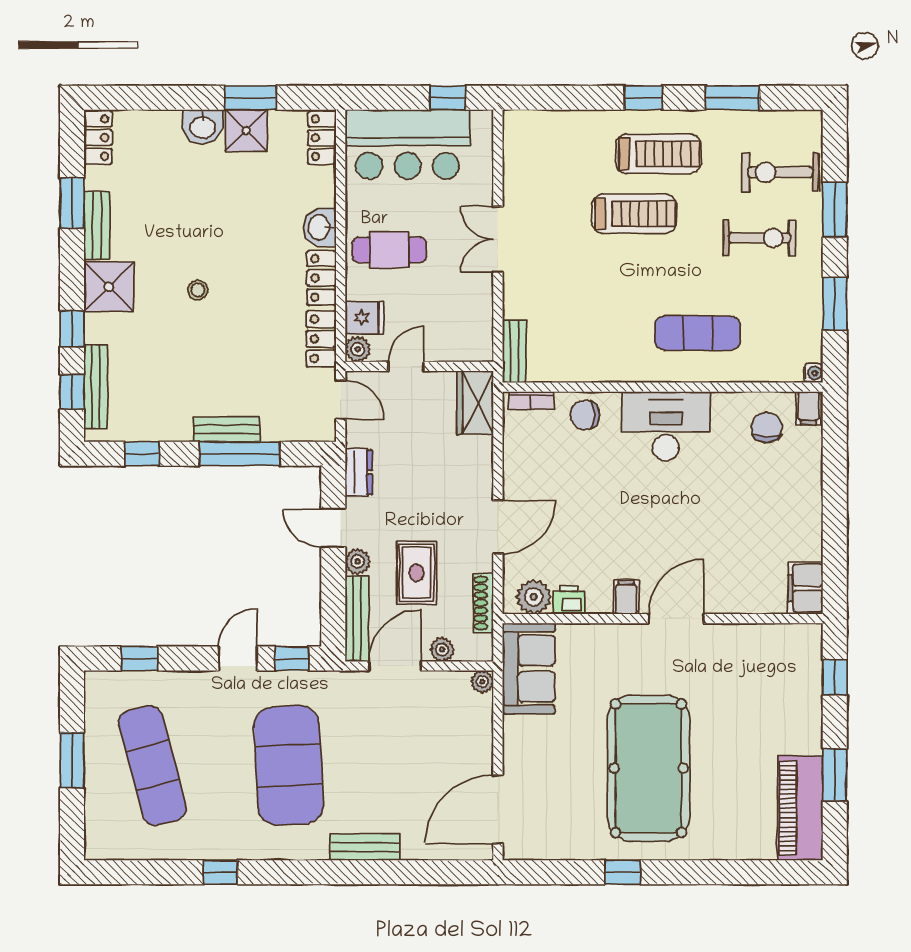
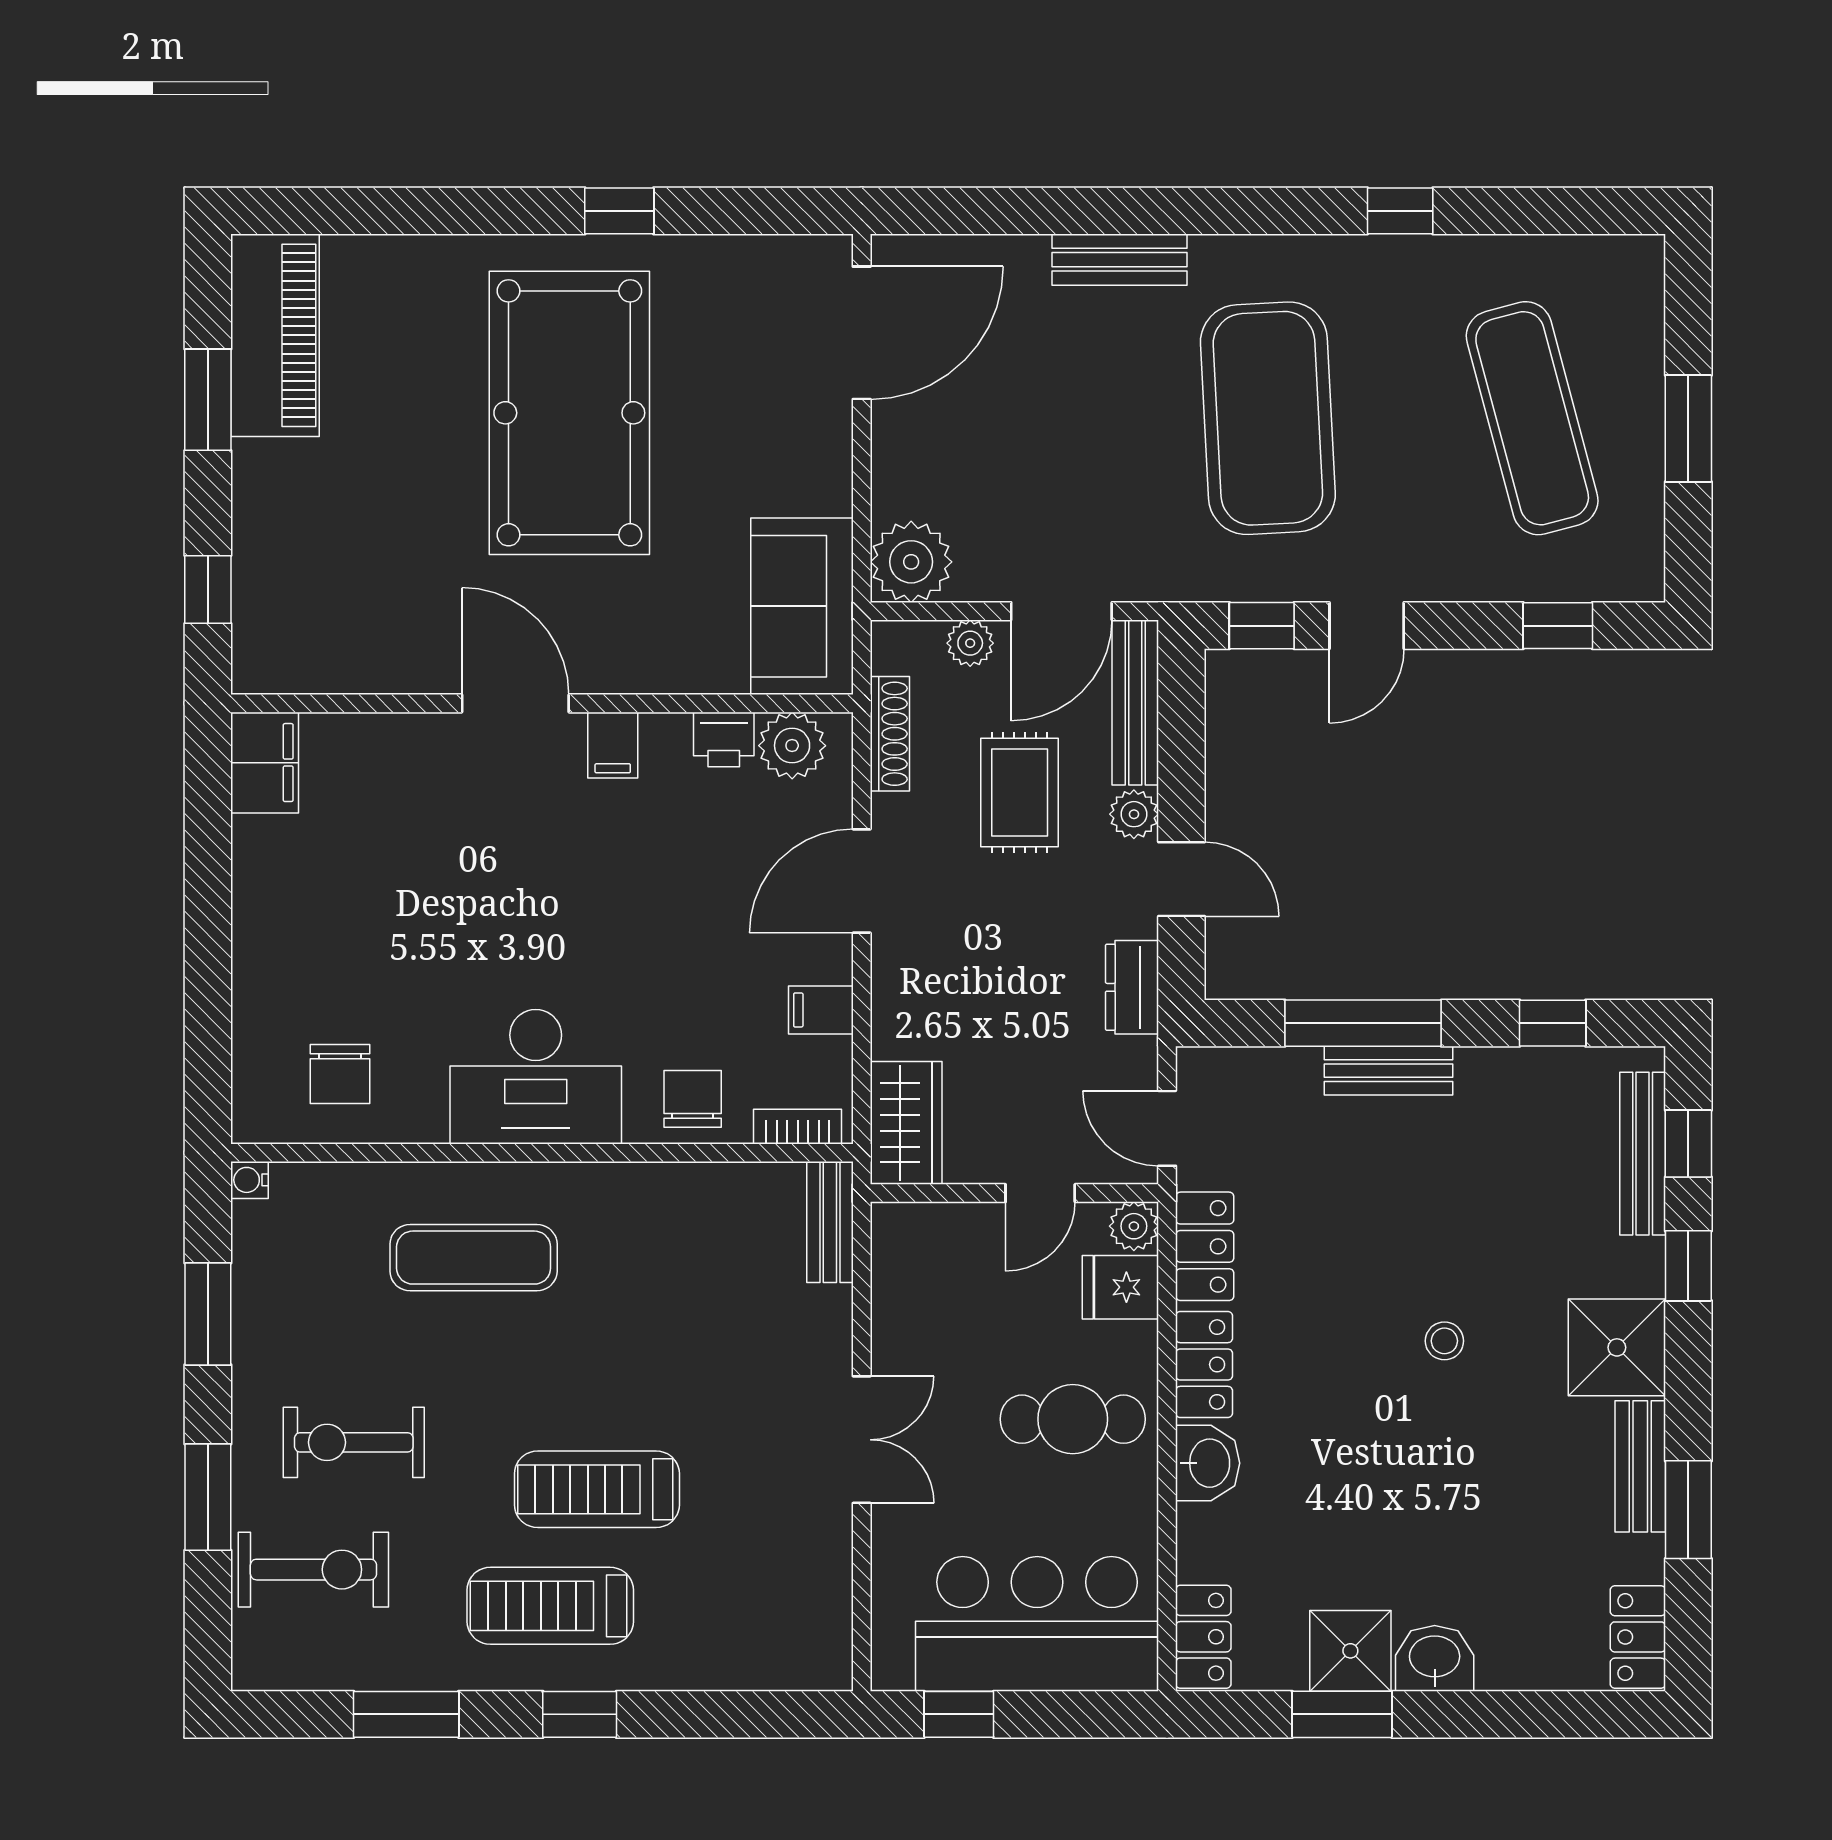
filing cabinet: (809, 408) -> (821, 1010), moved, turned -90
chair: (585, 415) -> (693, 1099), turned -90
door: (676, 619) -> (515, 703), swing flipped
plant: (482, 682) -> (911, 562), width x1.88, depth x1.88

